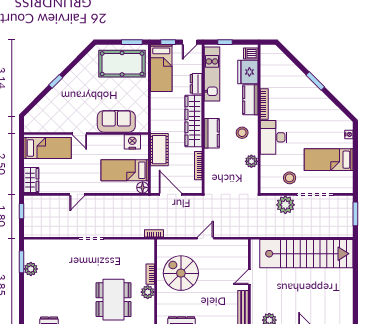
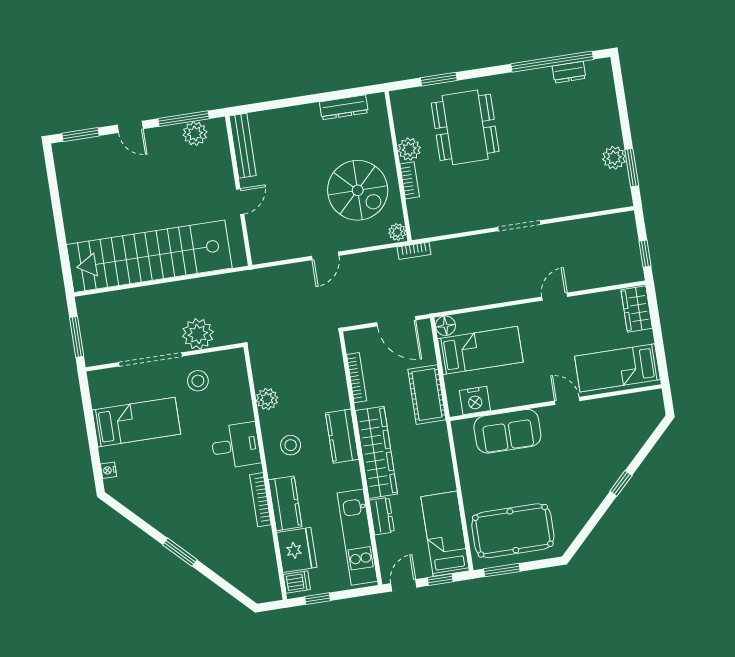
window: (225, 42) -> (318, 599), moved
desk: (274, 137) -> (236, 446), width x0.73
plant: (162, 246) -> (397, 232), added

